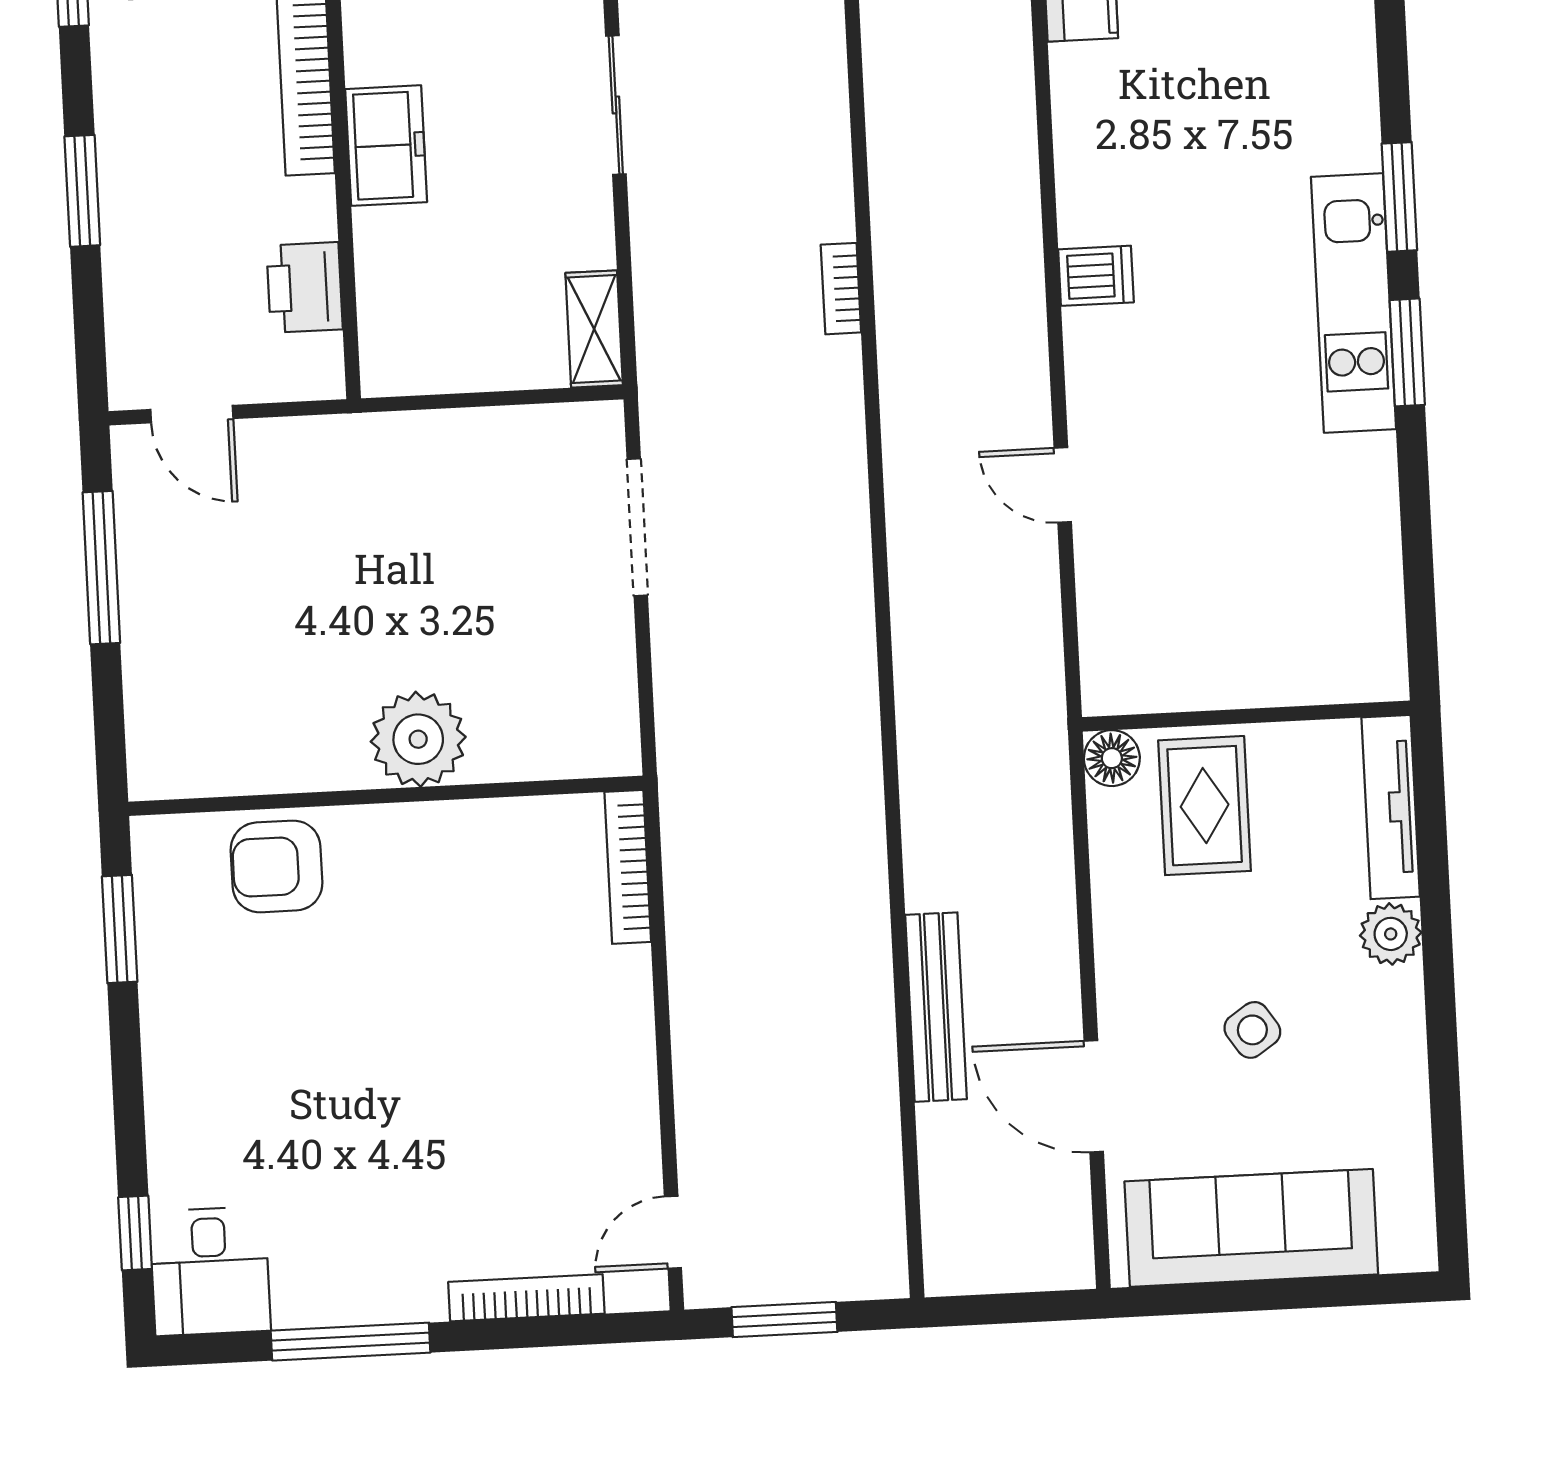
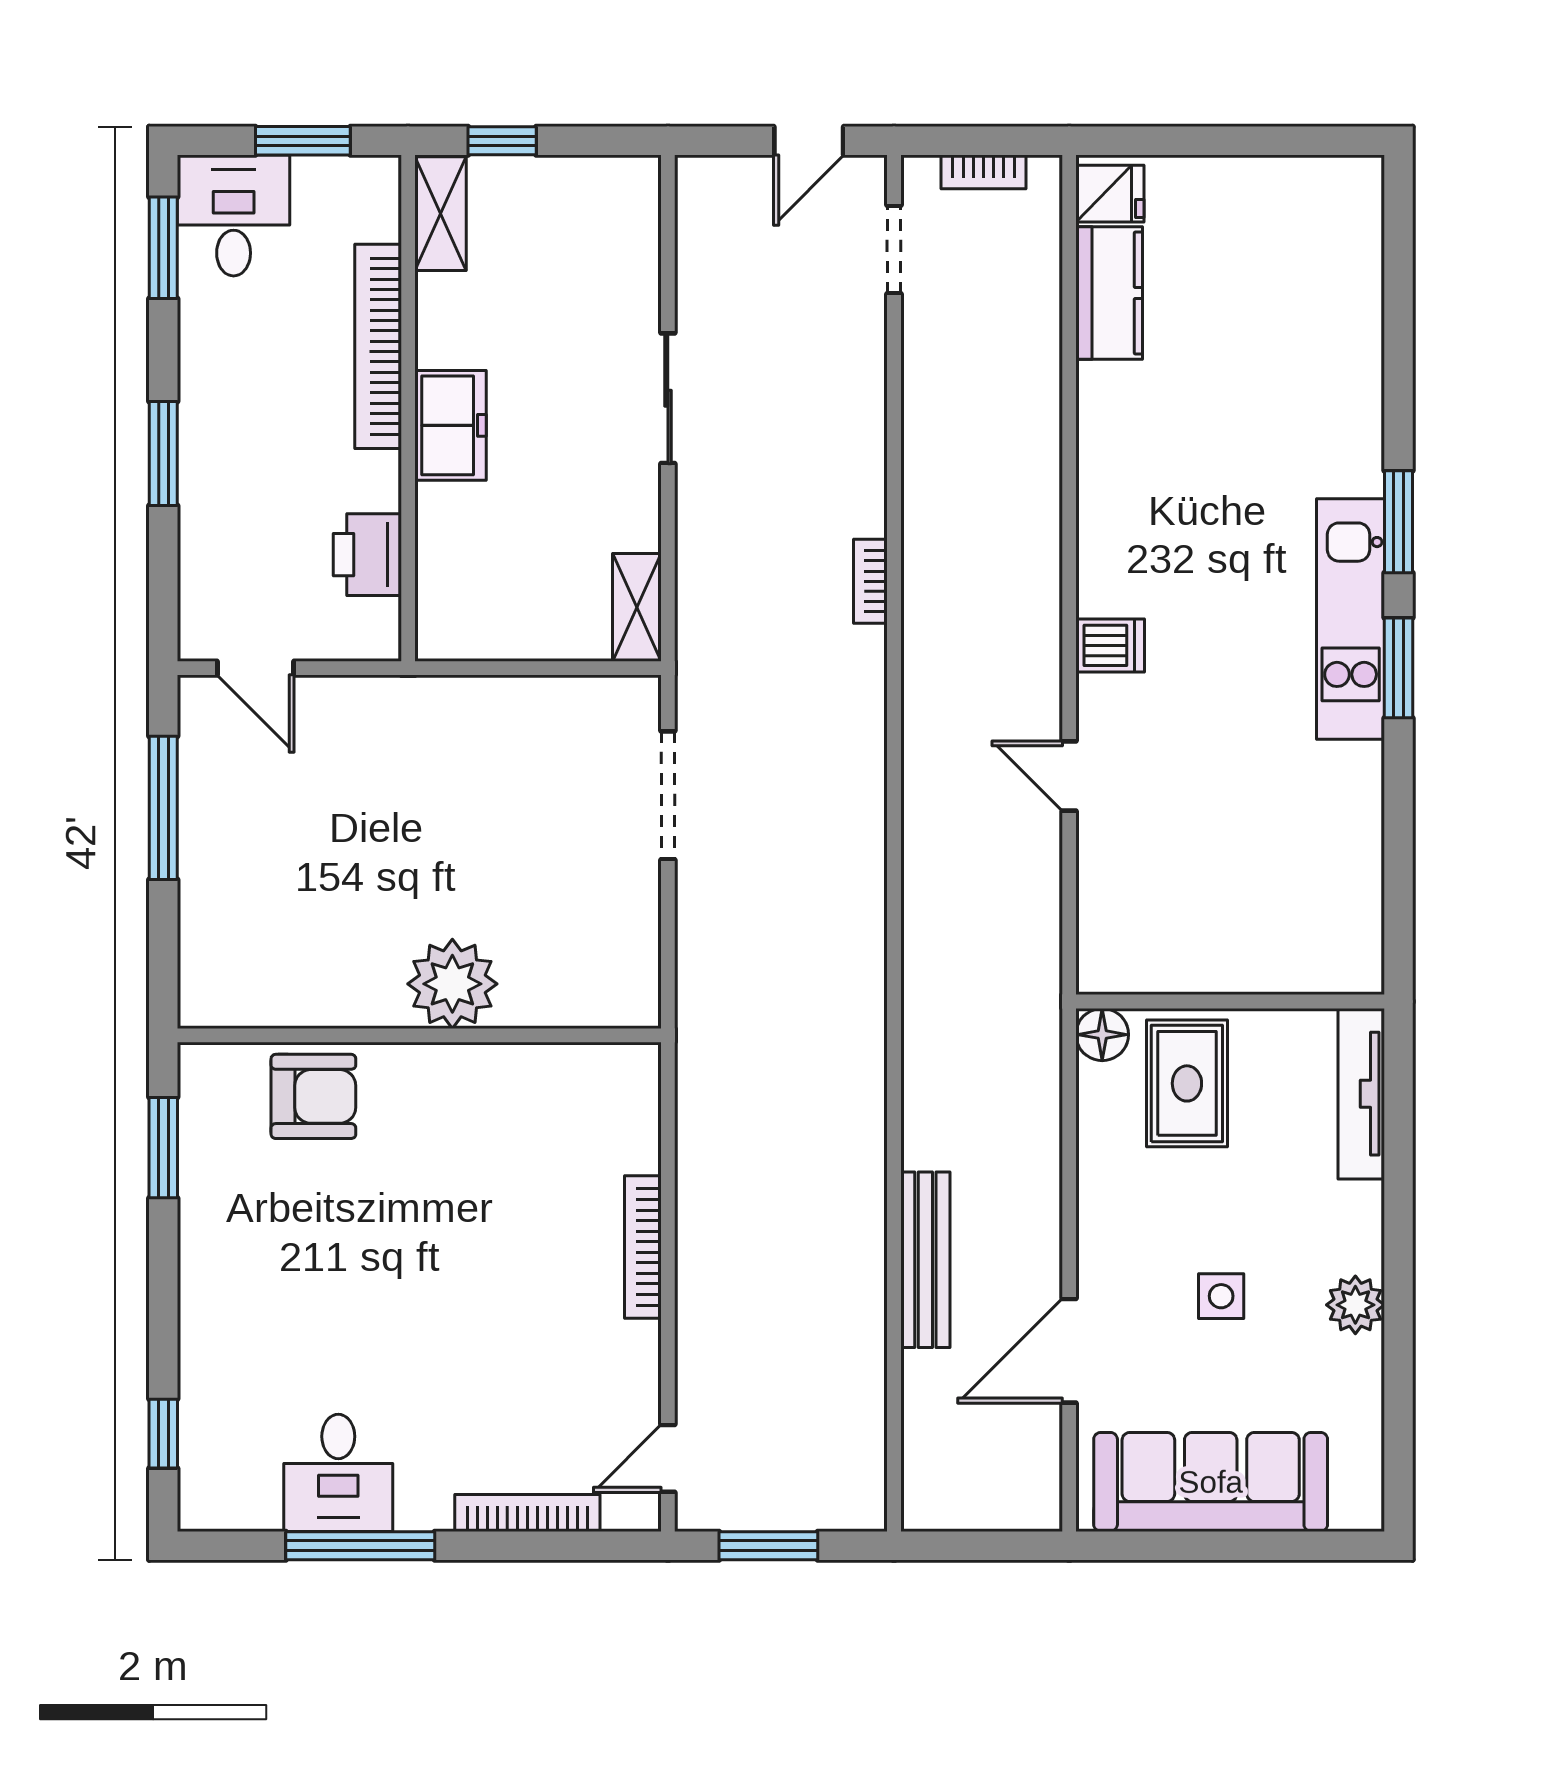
dishwasher: (1096, 276) -> (1110, 645), moved
armchair: (276, 866) -> (313, 1096), turned 180
bookcase: (628, 867) -> (643, 1247), moved
plant: (1391, 934) -> (1355, 1305), moved
side table: (1252, 1030) -> (1221, 1296), turned 34
door: (1094, 1096) -> (1069, 1351), hinge flipped
desk: (210, 1271) -> (338, 1473), moved

